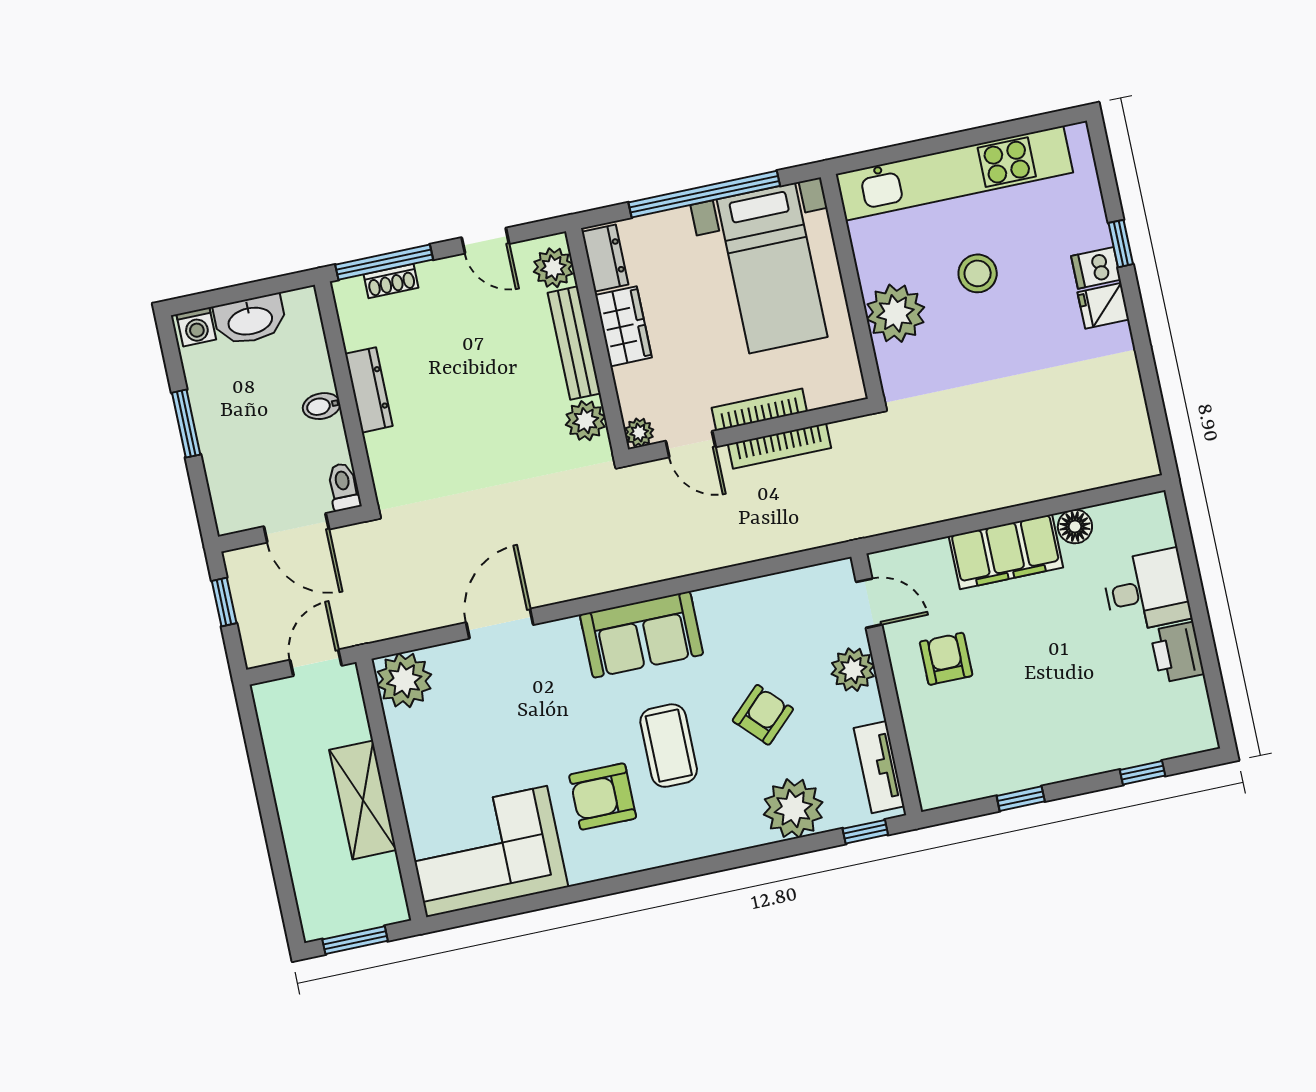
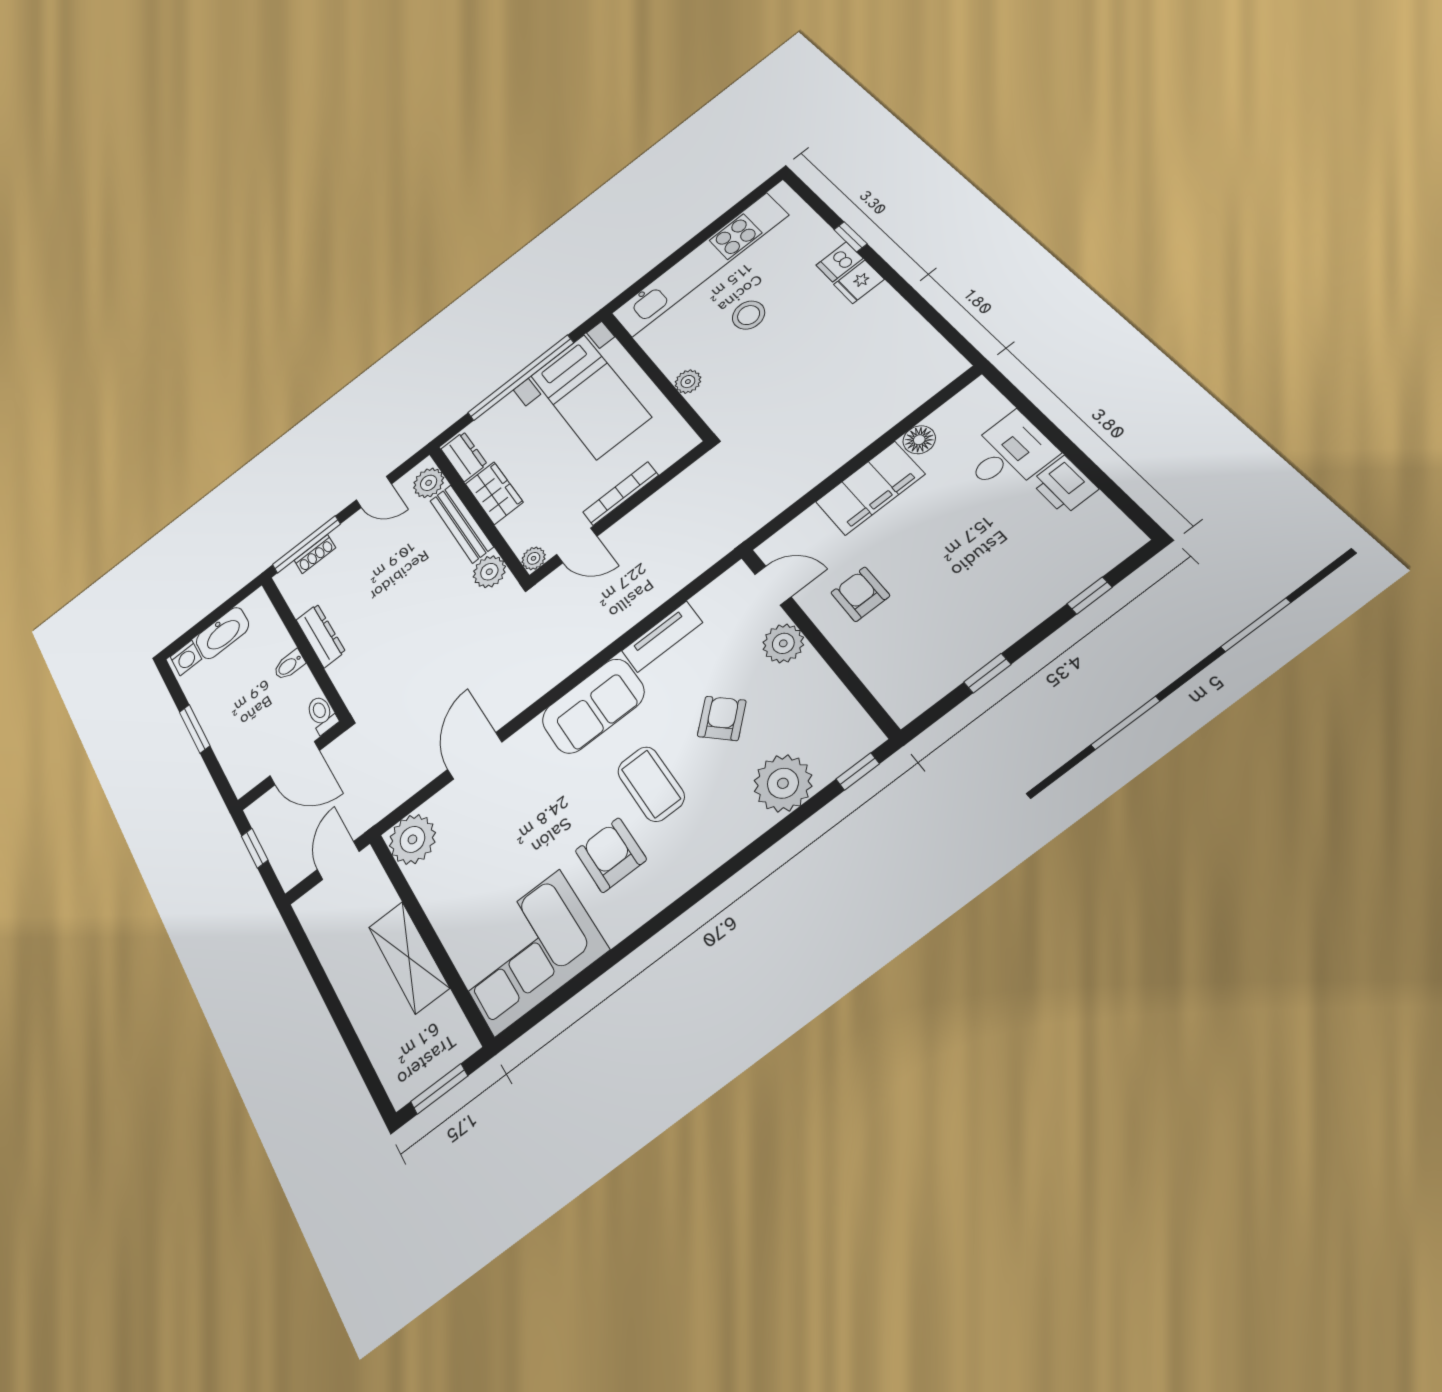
plant: (895, 313) -> (688, 382), width x0.53, depth x0.53
bookcase: (779, 446) -> (647, 510), removed
tv unit: (879, 767) -> (662, 637), moved, turned -90
armchair: (603, 797) -> (611, 855), turned 90

